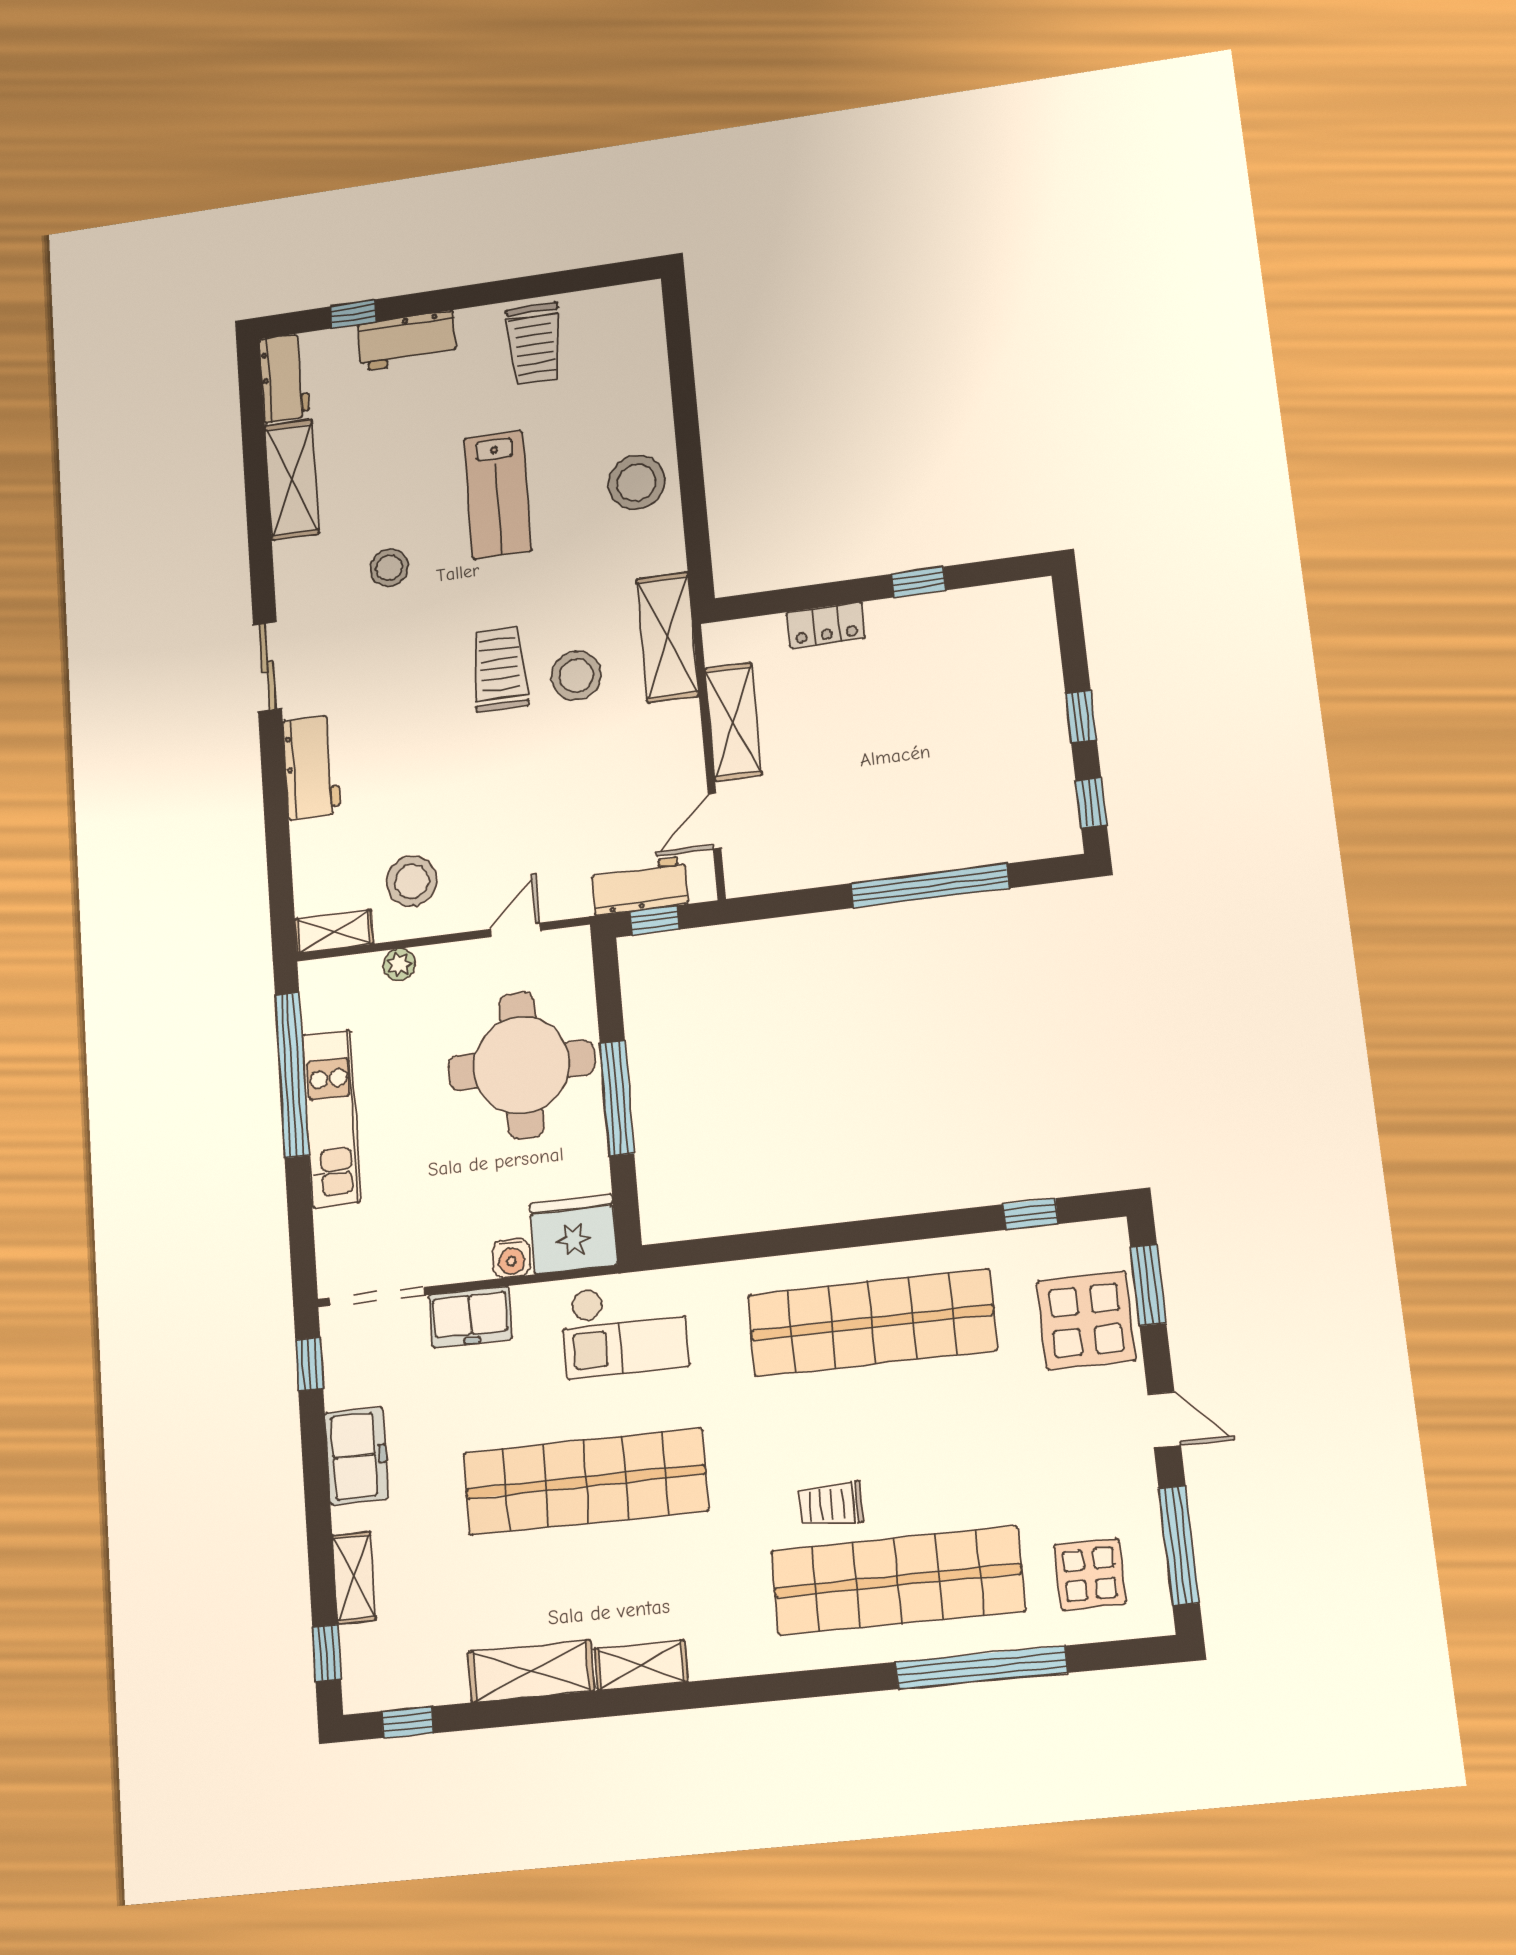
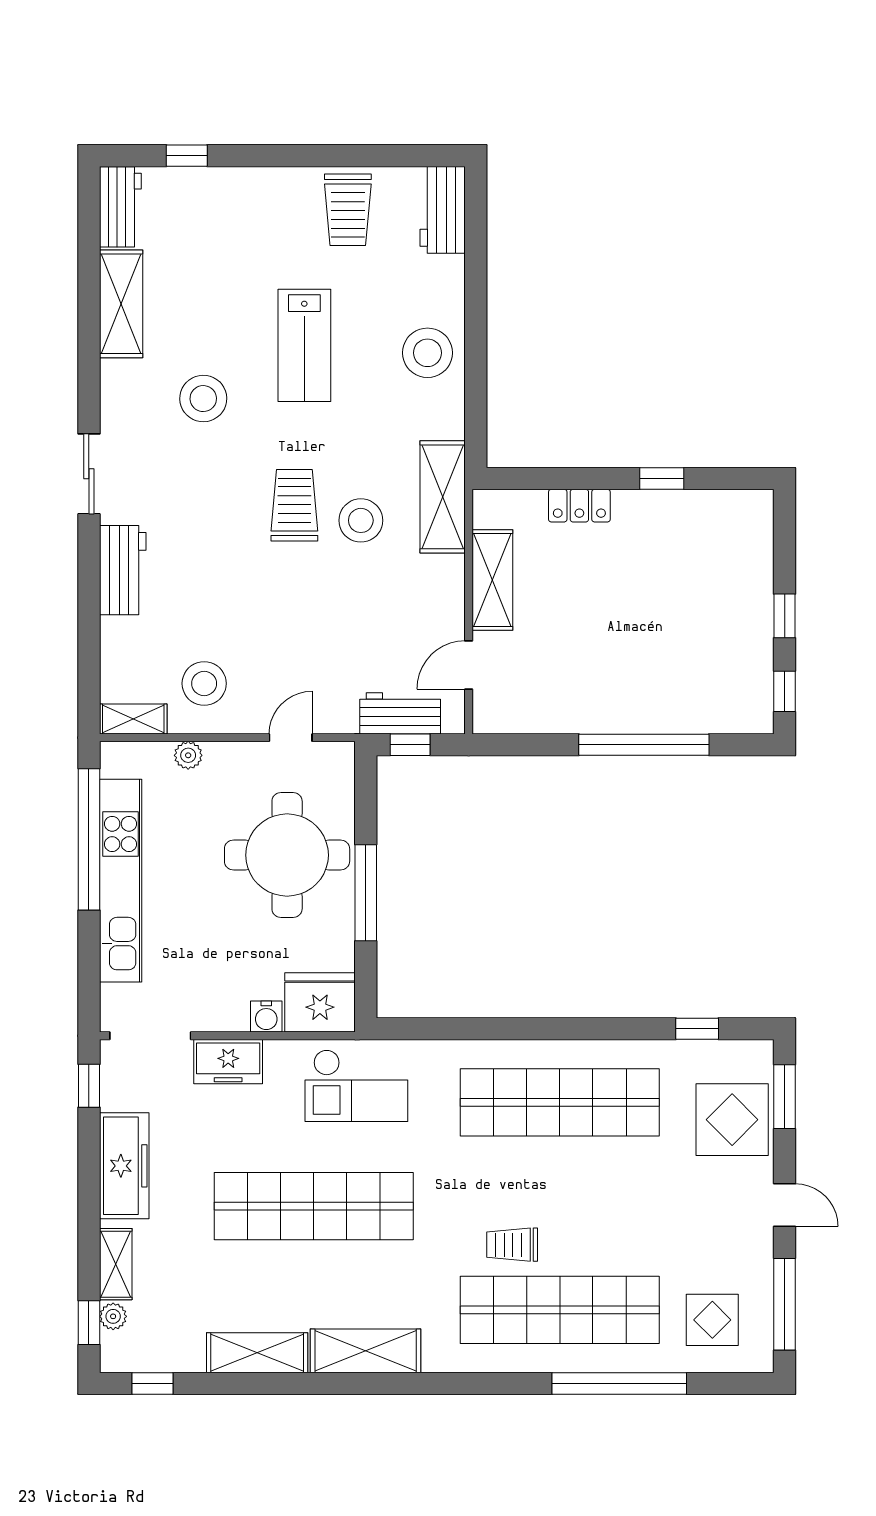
workbench: (407, 341) -> (443, 210), moved, turned 90
stool: (389, 568) -> (203, 399), width x1.38, depth x1.38
kitchen unit: (331, 1118) -> (121, 881), width x1.36
freezer: (356, 1456) -> (124, 1166), width x1.40
plant: (355, 1643) -> (113, 1316), added
shelving: (641, 1665) -> (366, 1351), width x1.50, depth x1.33

